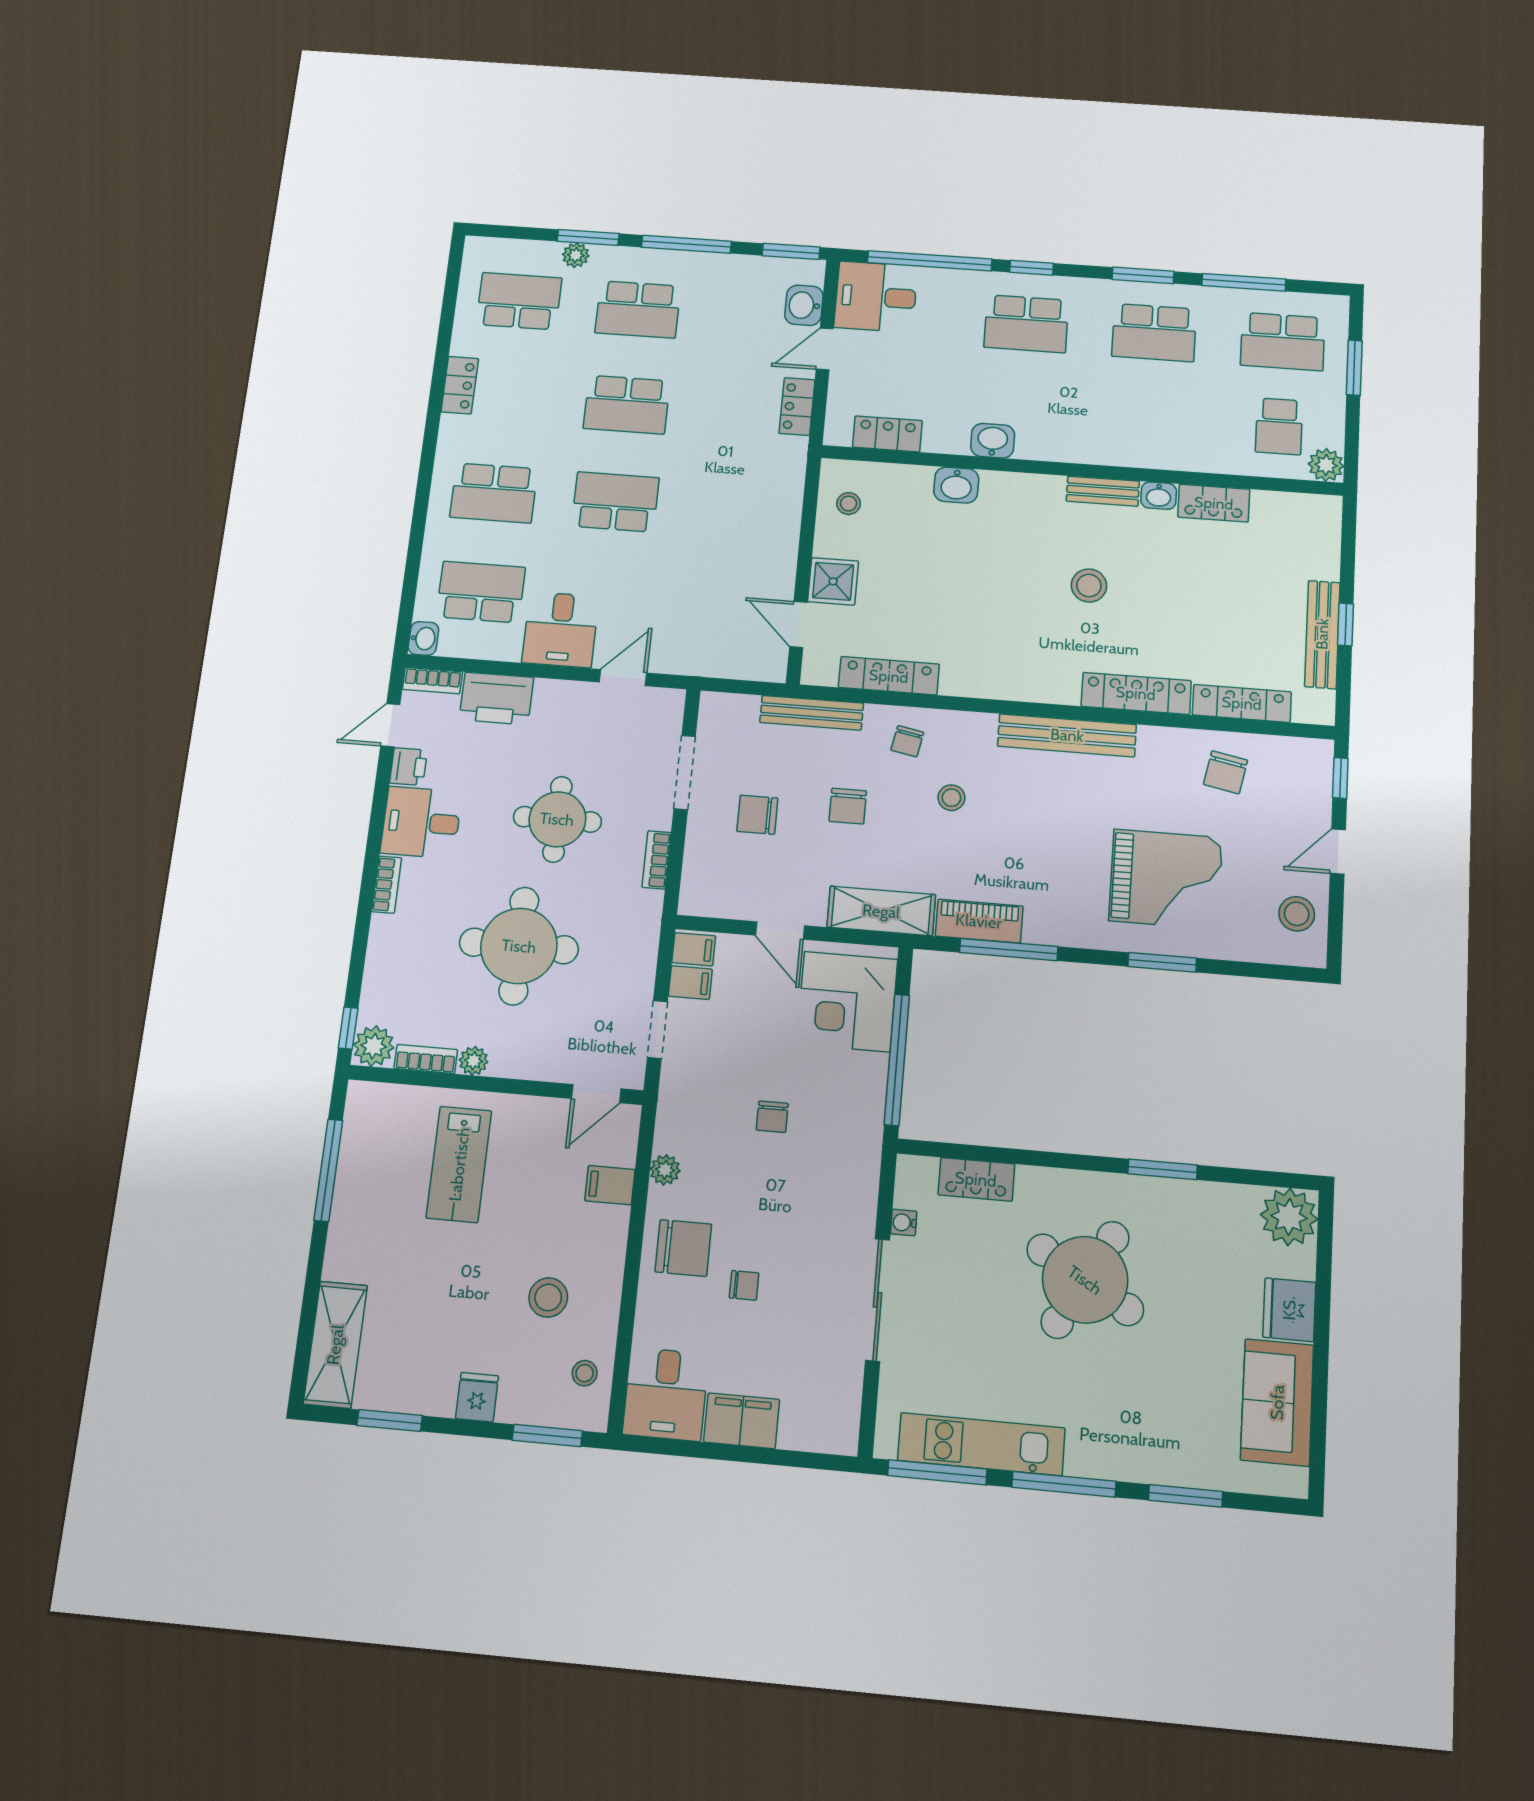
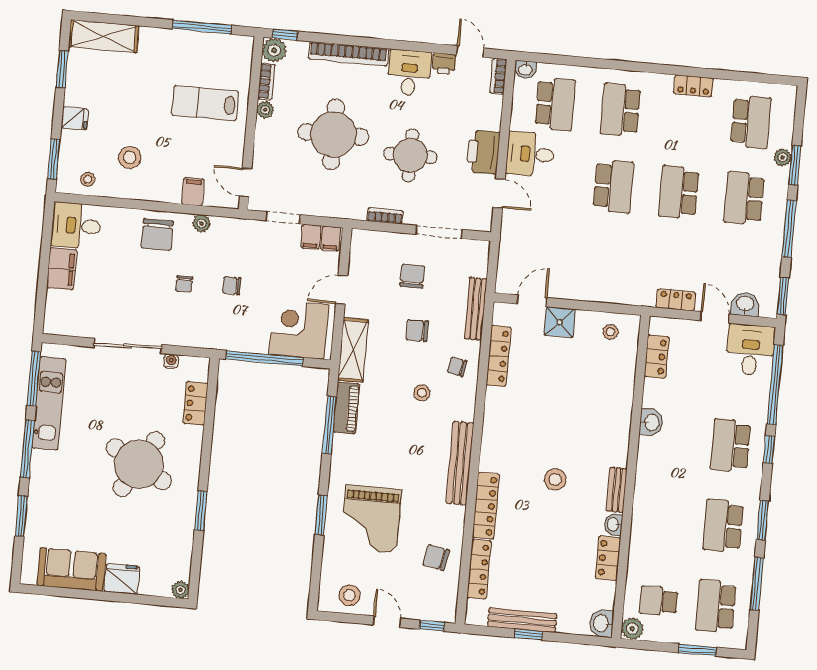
washbasin: (956, 485) -> (602, 623), moved
printer: (496, 699) -> (483, 152), moved
bookcase: (387, 885) -> (349, 54), width x2.31, depth x1.31
plant: (1289, 1217) -> (180, 590), width x0.53, depth x0.53
chair: (744, 1285) -> (184, 284), moved

